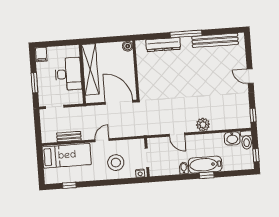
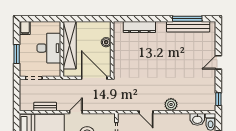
window: (186, 34) -> (187, 19), moved
boiler: (128, 46) -> (106, 42), moved
door: (250, 76) -> (218, 62), hinge flipped

